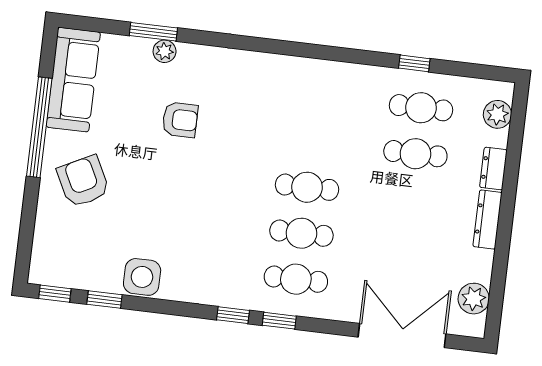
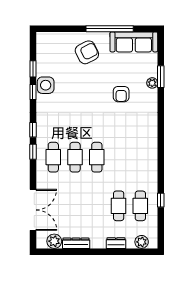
dresser: (488, 219) -> (76, 243), moved
window: (55, 294) -> (33, 92), moved

